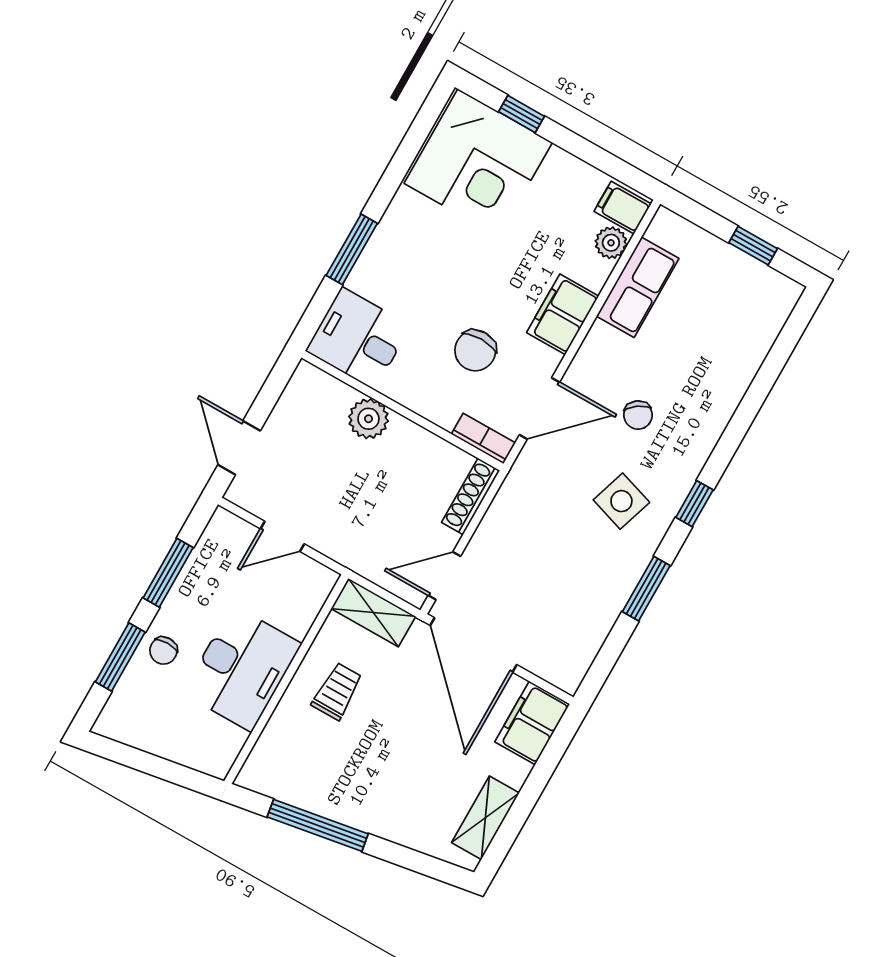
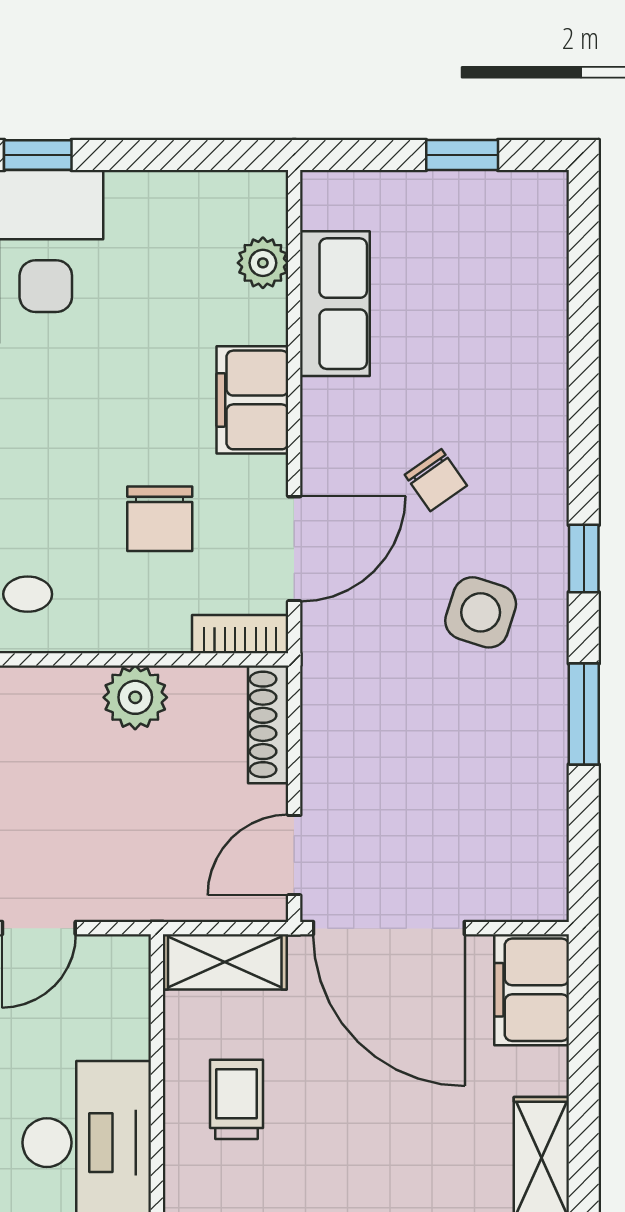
filing cabinet: (623, 208) -> (251, 205), removed
plant: (368, 419) -> (135, 697), moved

